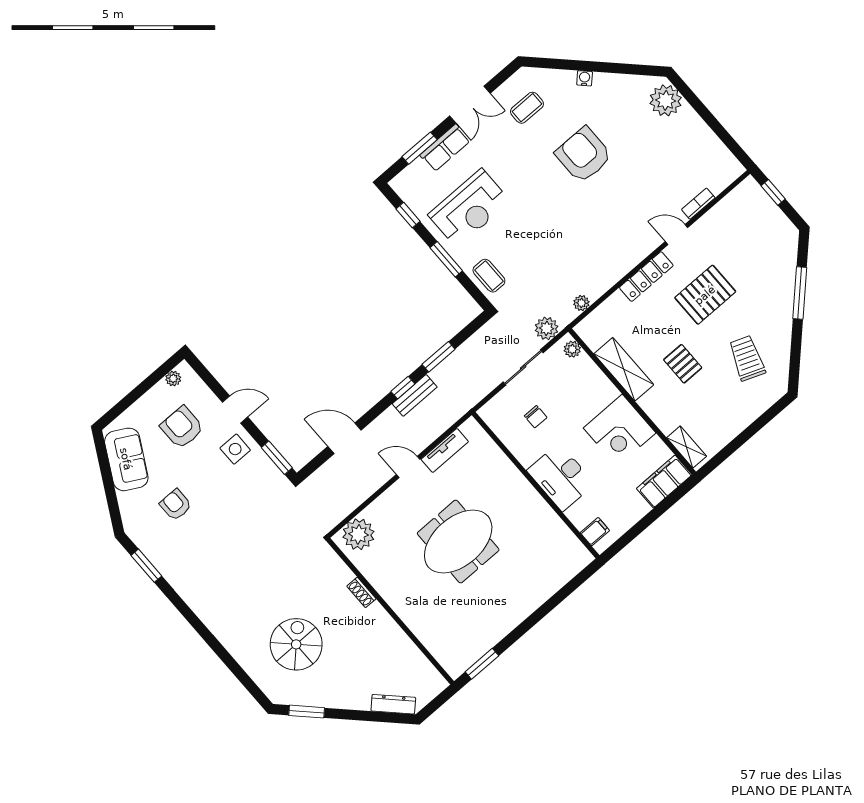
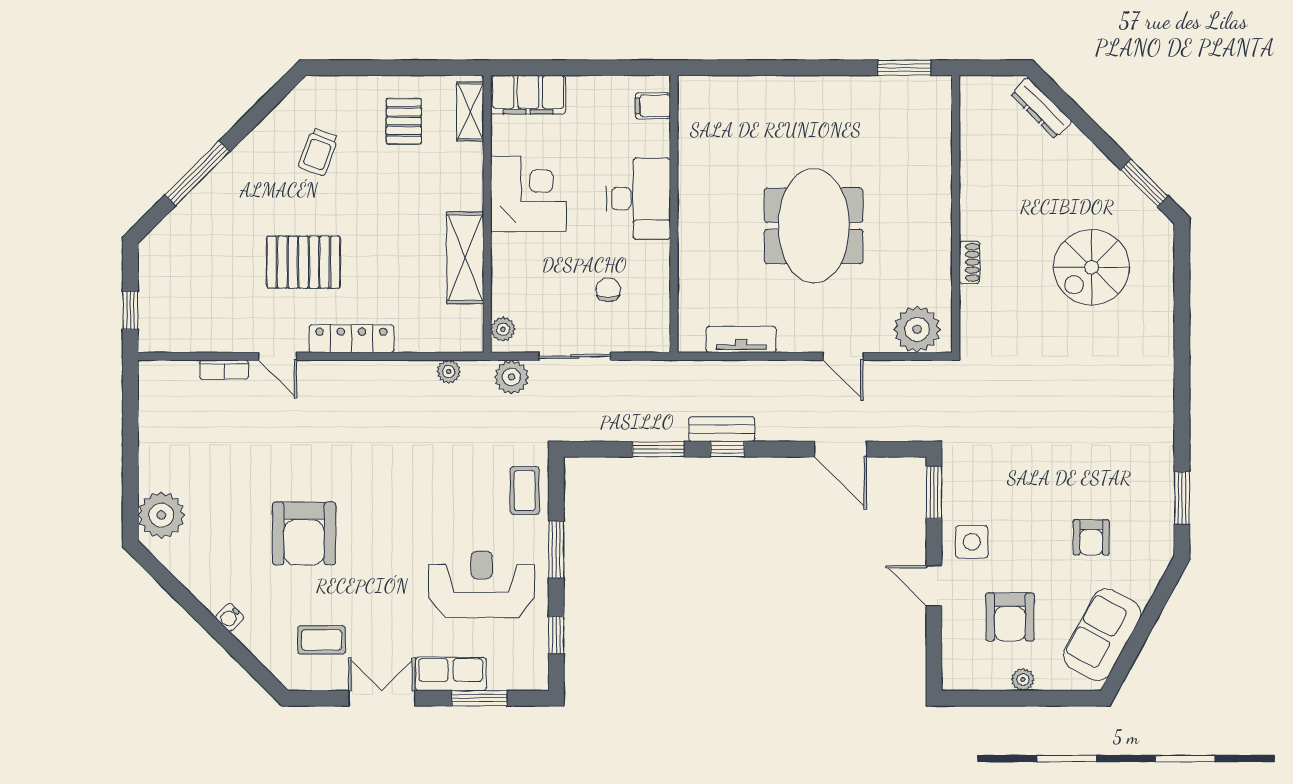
trolley: (747, 358) -> (318, 152), width x0.73, depth x0.72
pallet: (683, 364) -> (404, 121), moved
plant: (173, 379) -> (1023, 679), moved
door: (408, 467) -> (843, 356), moved
meeting table: (458, 542) -> (814, 226), turned 90

